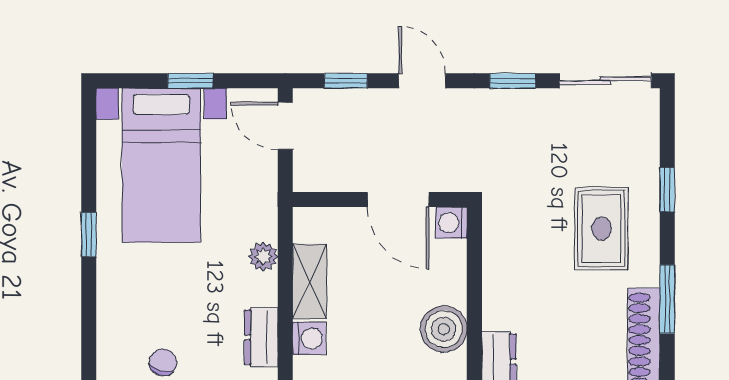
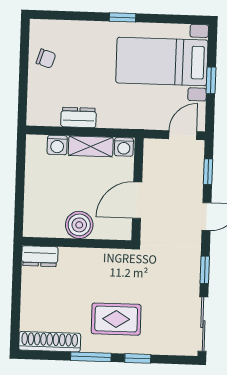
washing machine: (451, 223) -> (124, 147), moved, turned 180
plant: (263, 256) -> (106, 120), removed
window: (667, 299) -> (91, 357), moved
boiler: (444, 329) -> (79, 225), moved
dresser: (261, 337) -> (79, 117), moved

